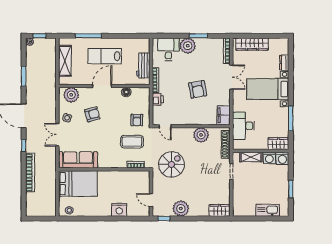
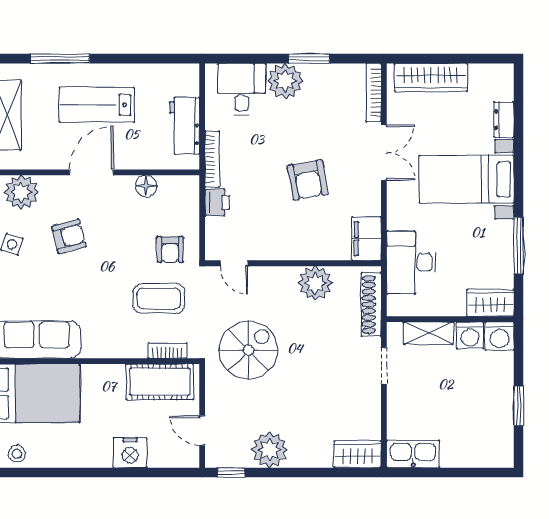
cot: (132, 178) -> (160, 382), added
kitchen sink: (268, 210) -> (413, 454), moved

